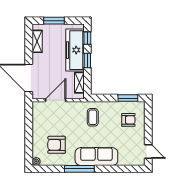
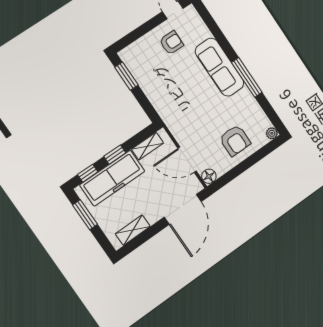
window: (54, 21) -> (85, 215), moved
floor lamp: (37, 106) -> (209, 176), added
coffee table: (93, 117) -> (177, 102), removed
armchair: (128, 120) -> (171, 43), moved, turned 90
armchair: (57, 145) -> (235, 140), moved

